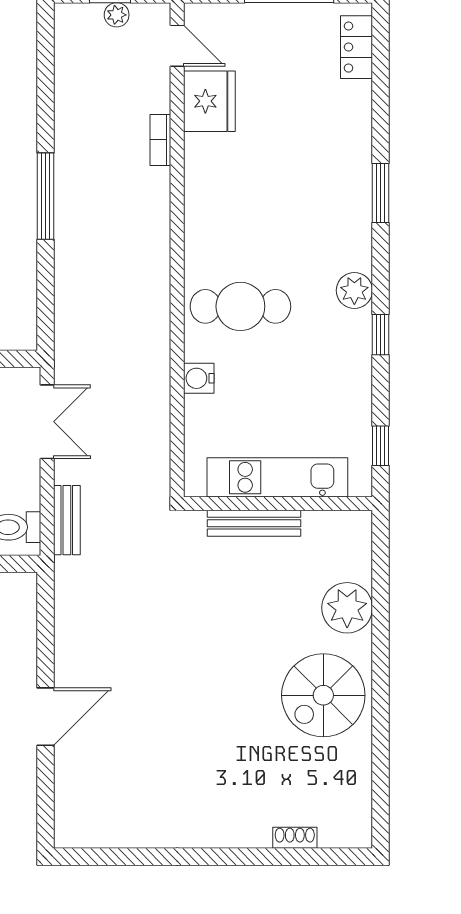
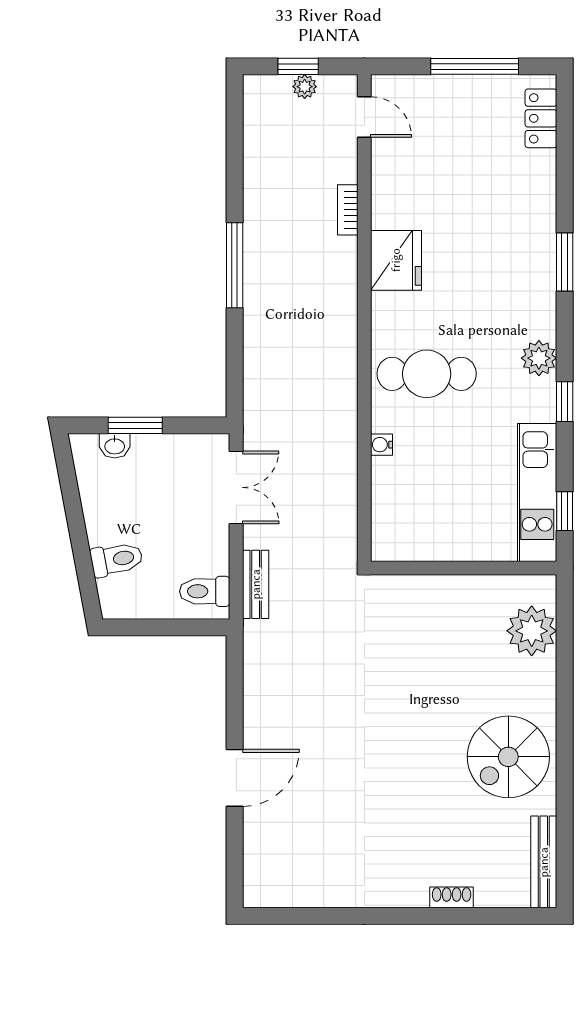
fridge: (209, 101) -> (396, 260), moved
water cooler: (199, 378) -> (382, 445), width x0.72, depth x0.72
kitchen unit: (277, 477) -> (537, 492), moved, turned -90
bench: (254, 523) -> (544, 862), moved, turned 90
plant: (347, 608) -> (532, 631), moved
shoe rack: (295, 838) -> (452, 897), moved

